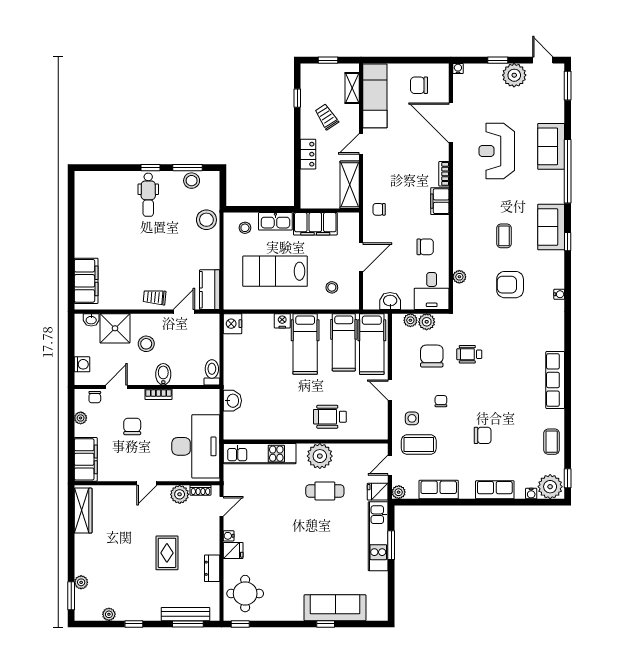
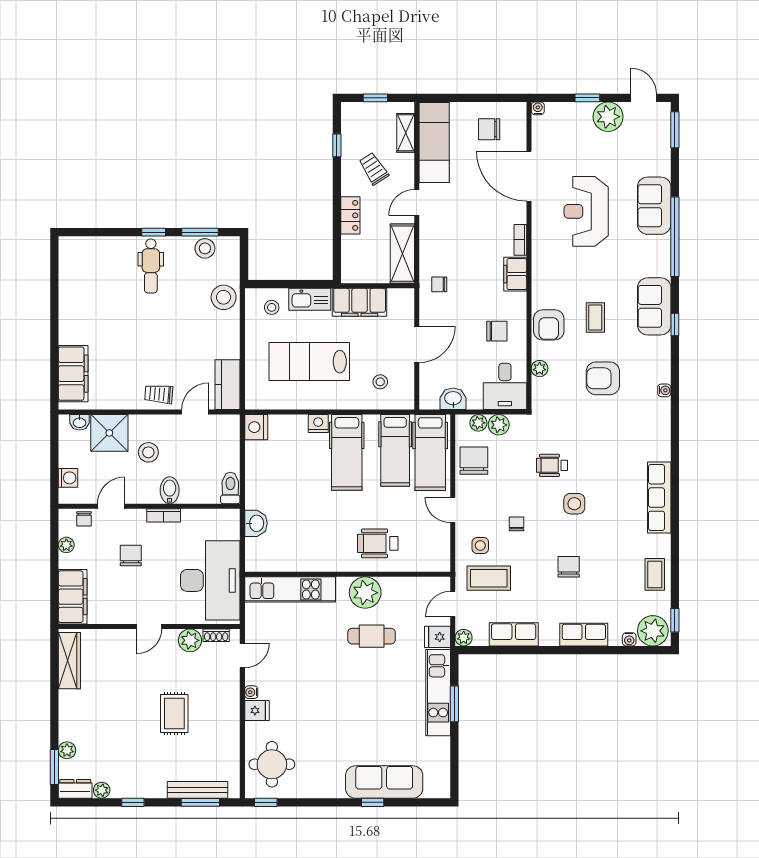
armchair: (467, 242) -> (549, 325), added
chair: (432, 356) -> (474, 461), moved
side table: (487, 385) -> (574, 504), added
chair: (483, 435) -> (569, 567), turned -90
dresser: (212, 568) -> (75, 789), moved, turned 90

